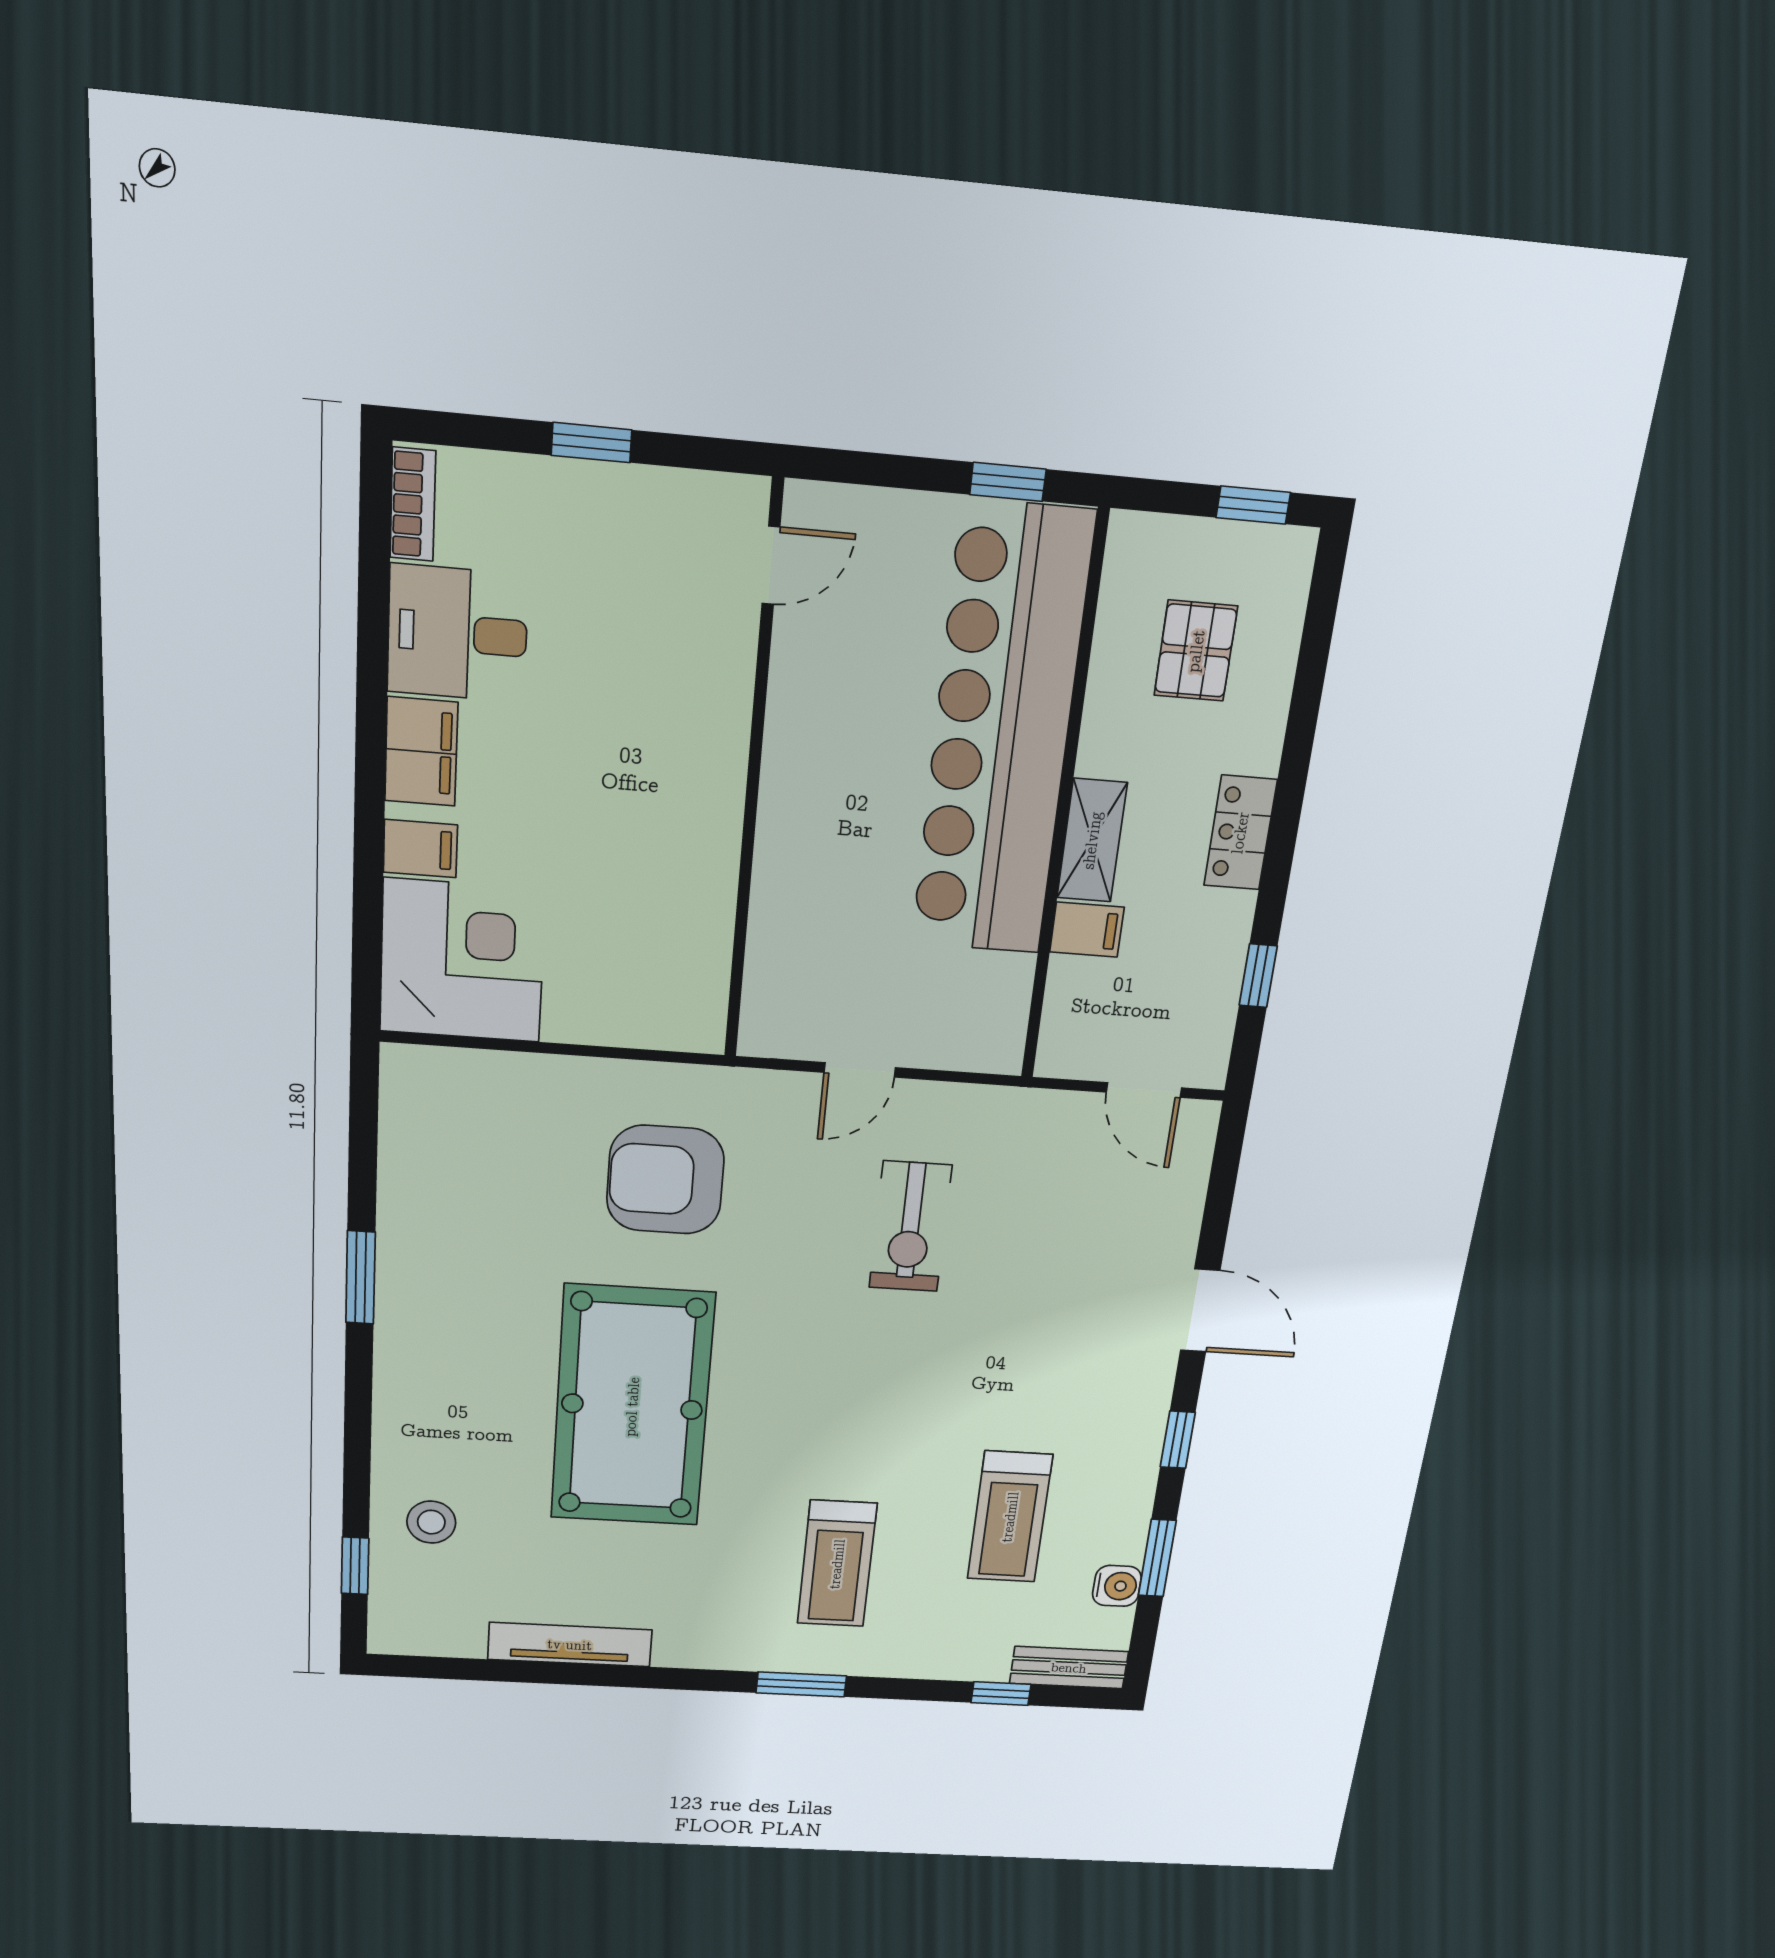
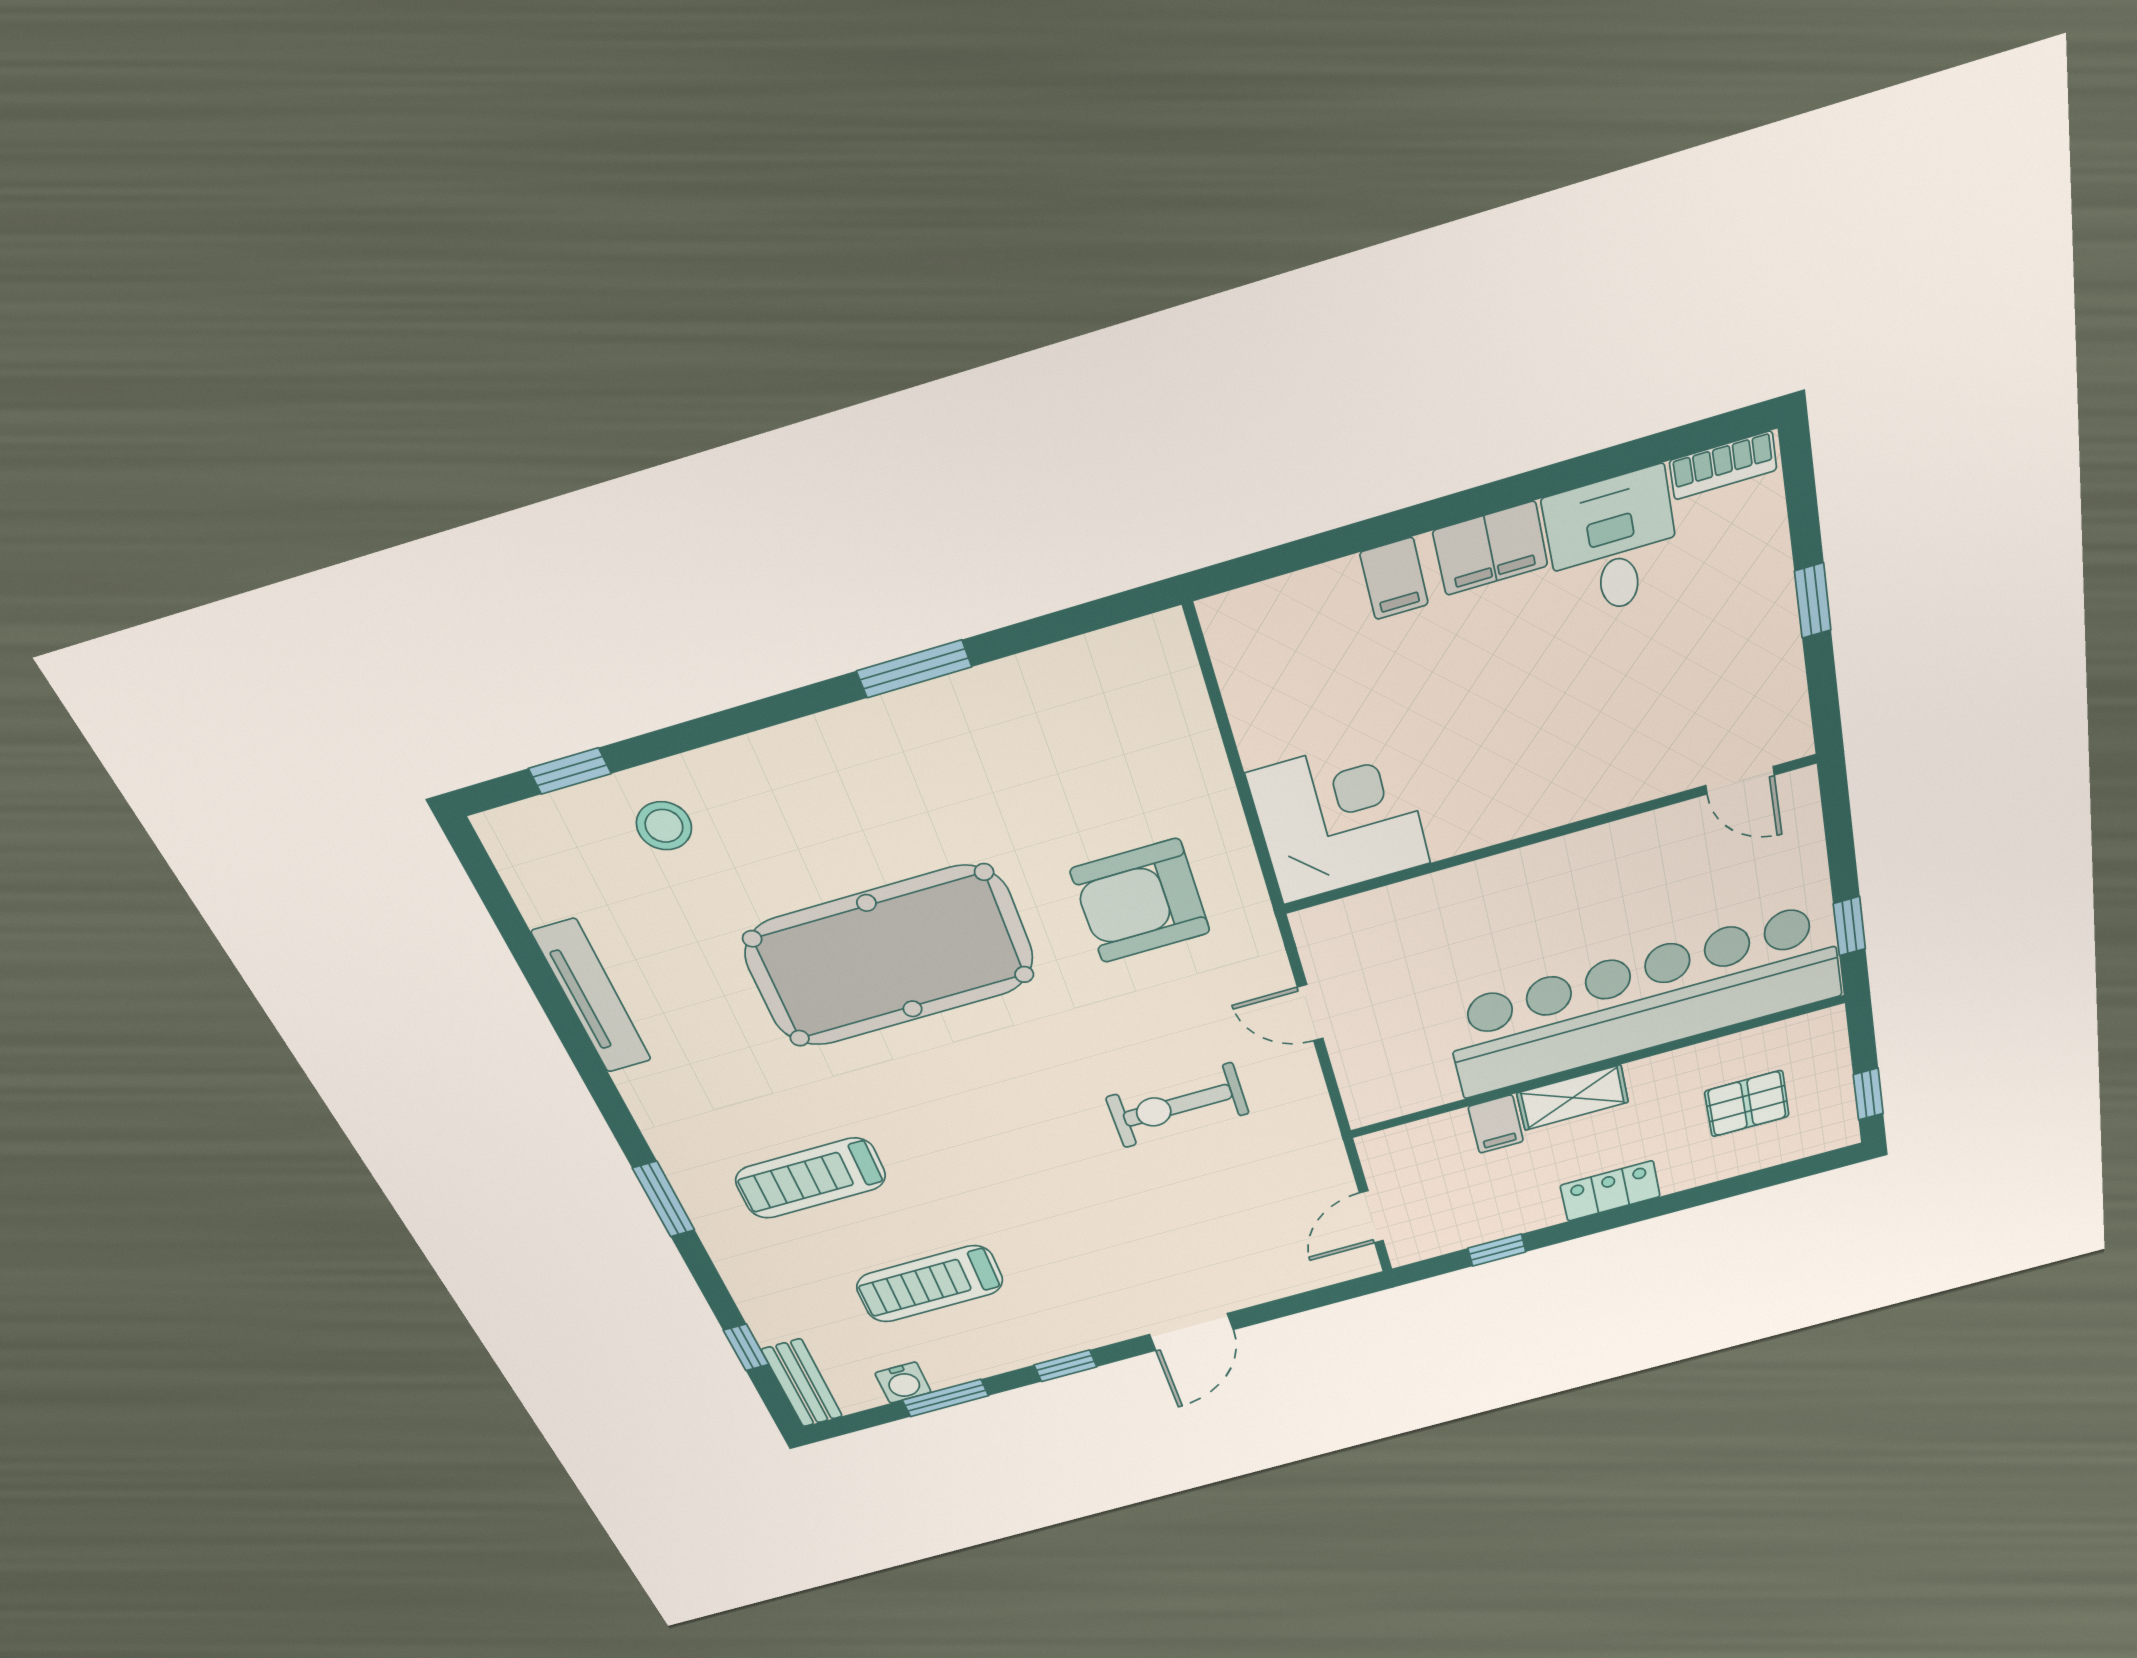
corner desk: (462, 961) -> (1339, 819), moved, turned -90
armchair: (665, 1180) -> (1140, 901), turned -90

